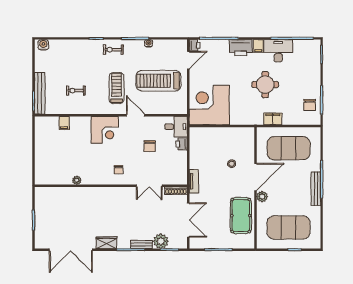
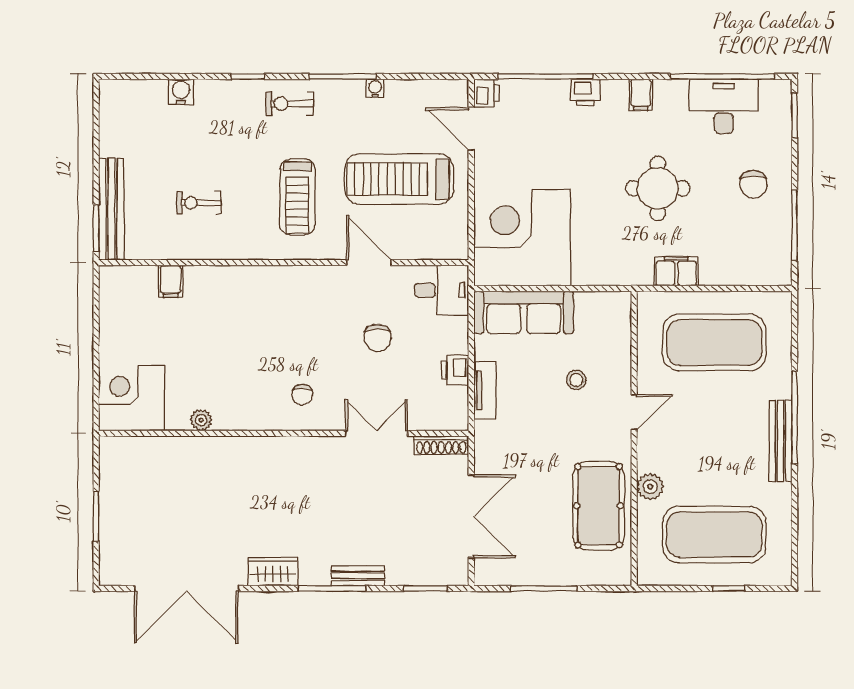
water cooler: (43, 45) -> (181, 92), moved
printer: (241, 48) -> (585, 92), width x0.53, depth x0.68
desk: (278, 51) -> (724, 106), moved
door: (188, 60) -> (471, 129), swing flipped
treadmill: (117, 88) -> (297, 197), turned 180
chair: (310, 105) -> (753, 184), moved
door: (136, 115) -> (369, 263), moved
corner desk: (105, 130) -> (132, 398), moved, turned 180
sofa: (210, 136) -> (524, 312), added
printer: (182, 144) -> (455, 370), moved
door: (255, 177) -> (634, 412), width x0.53
tv unit: (194, 181) -> (485, 390), moved
double door: (149, 186) -> (377, 433), swing flipped
plant: (262, 197) -> (650, 487), moved
plant: (161, 241) -> (405, 568), removed

